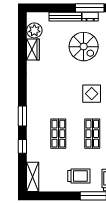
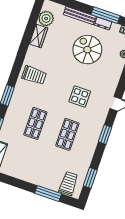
spiral stairs: (84, 47) -> (87, 50), turned 180
trolley: (79, 176) -> (34, 75), moved

